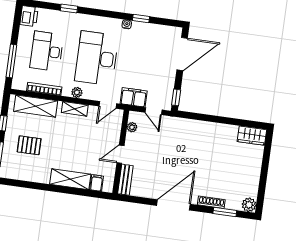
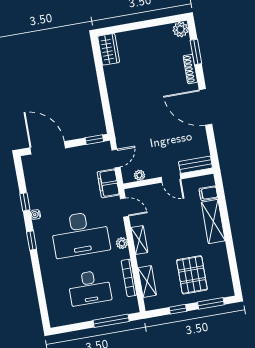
window: (69, 9) -> (32, 241), moved
printer: (29, 16) -> (59, 318), removed
shelving: (36, 106) -> (147, 281), width x0.67, depth x0.75
pallet: (29, 145) -> (192, 275), width x1.50, depth x1.42

